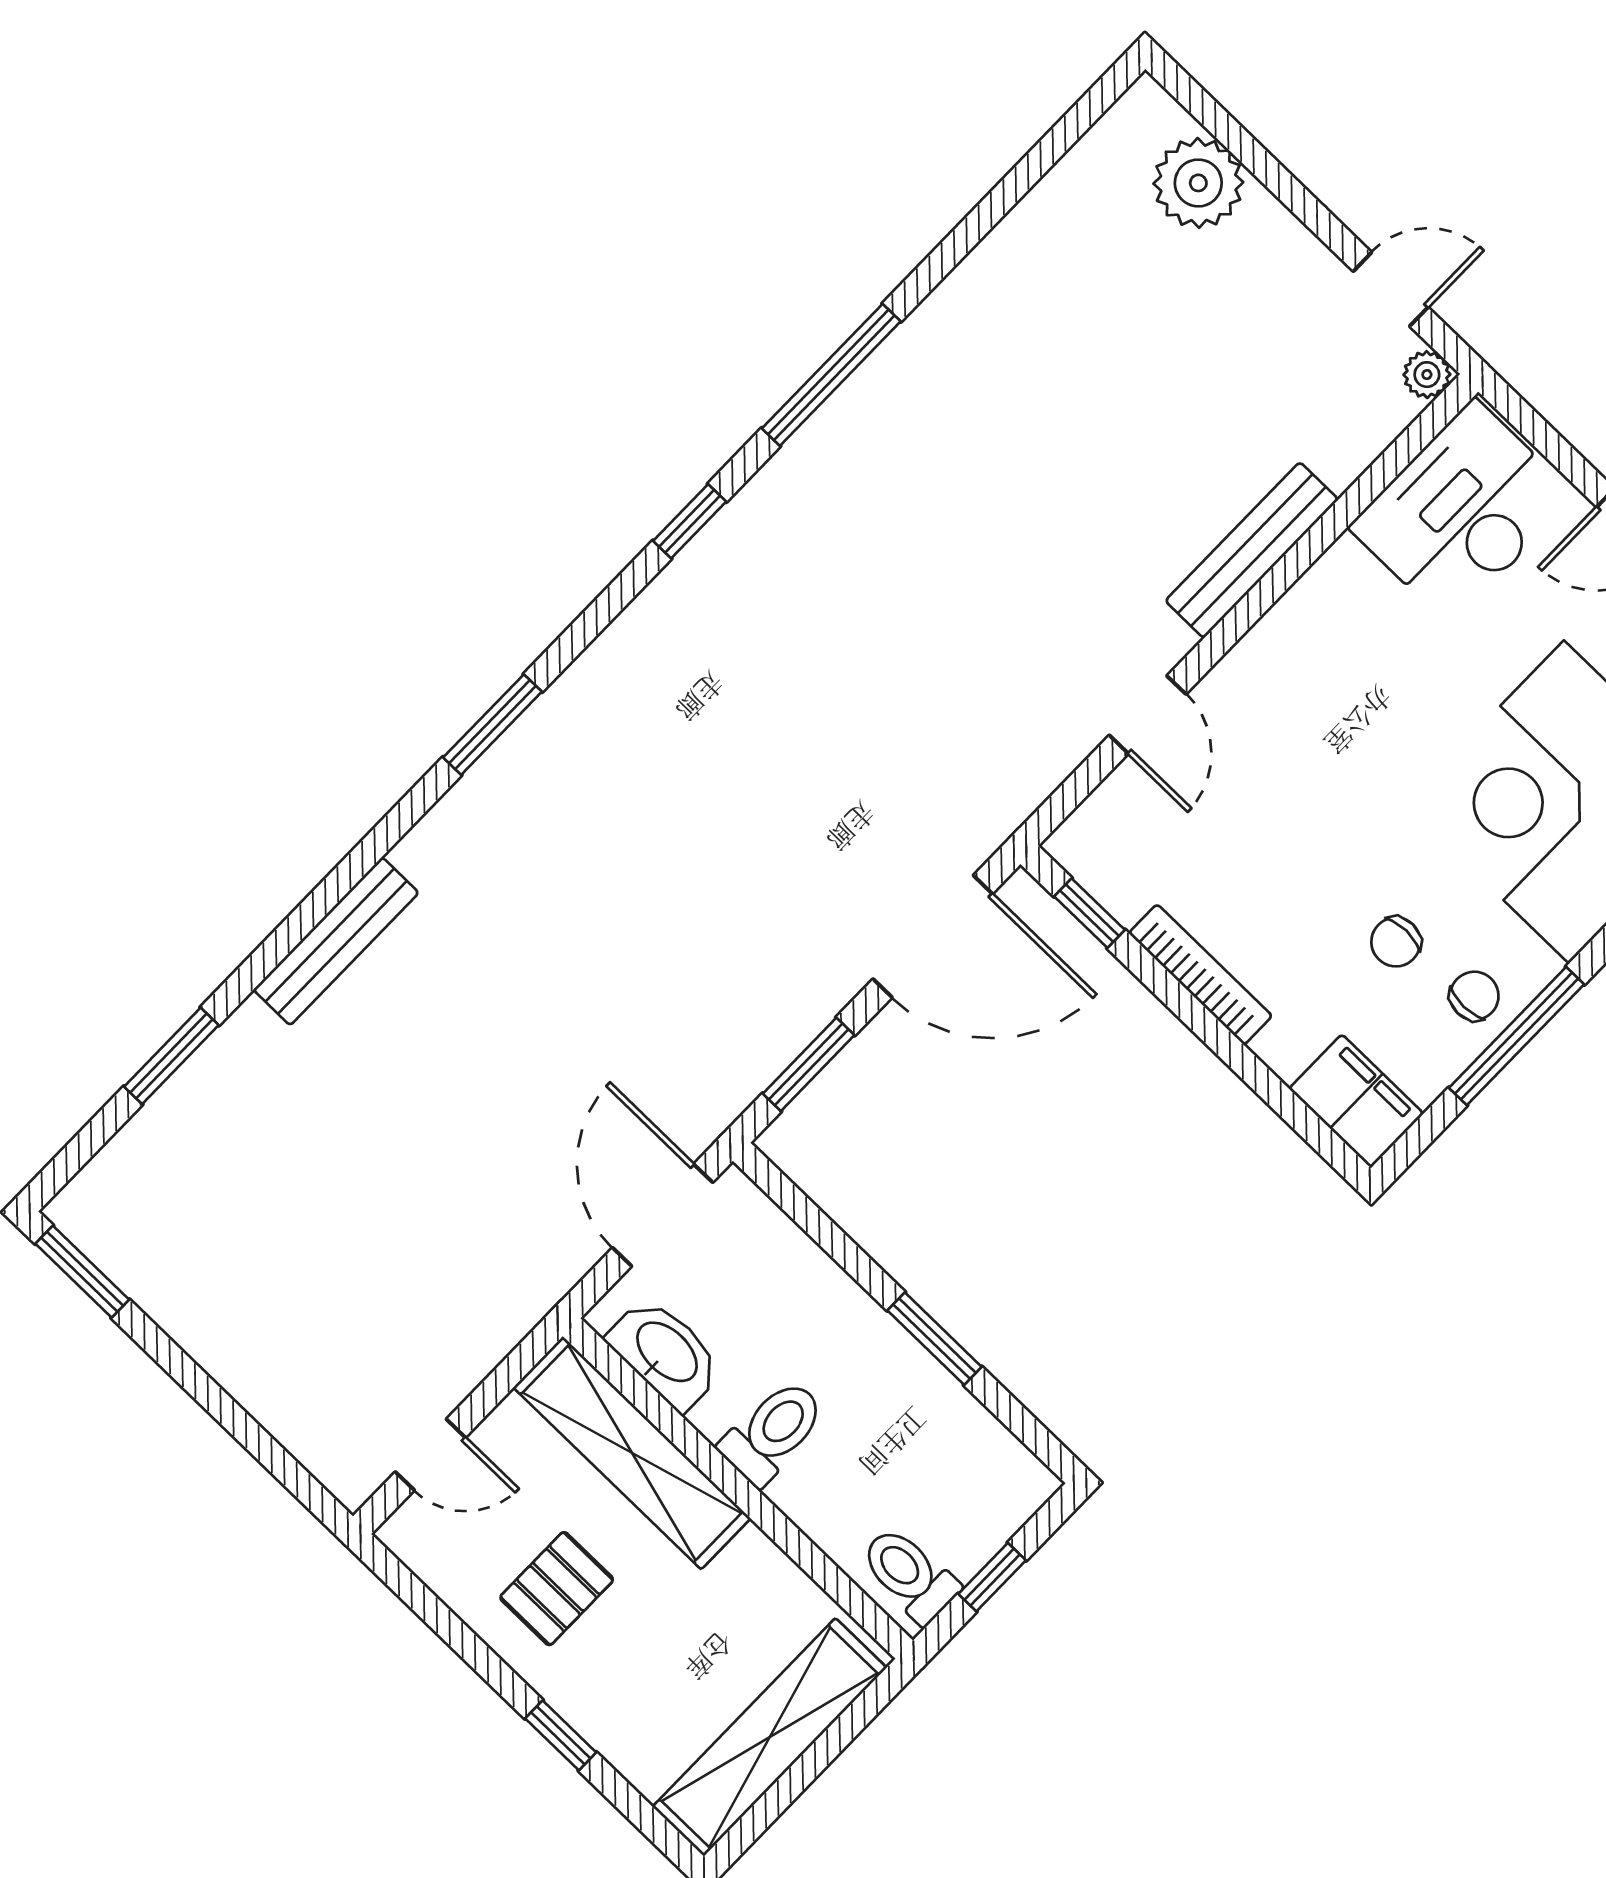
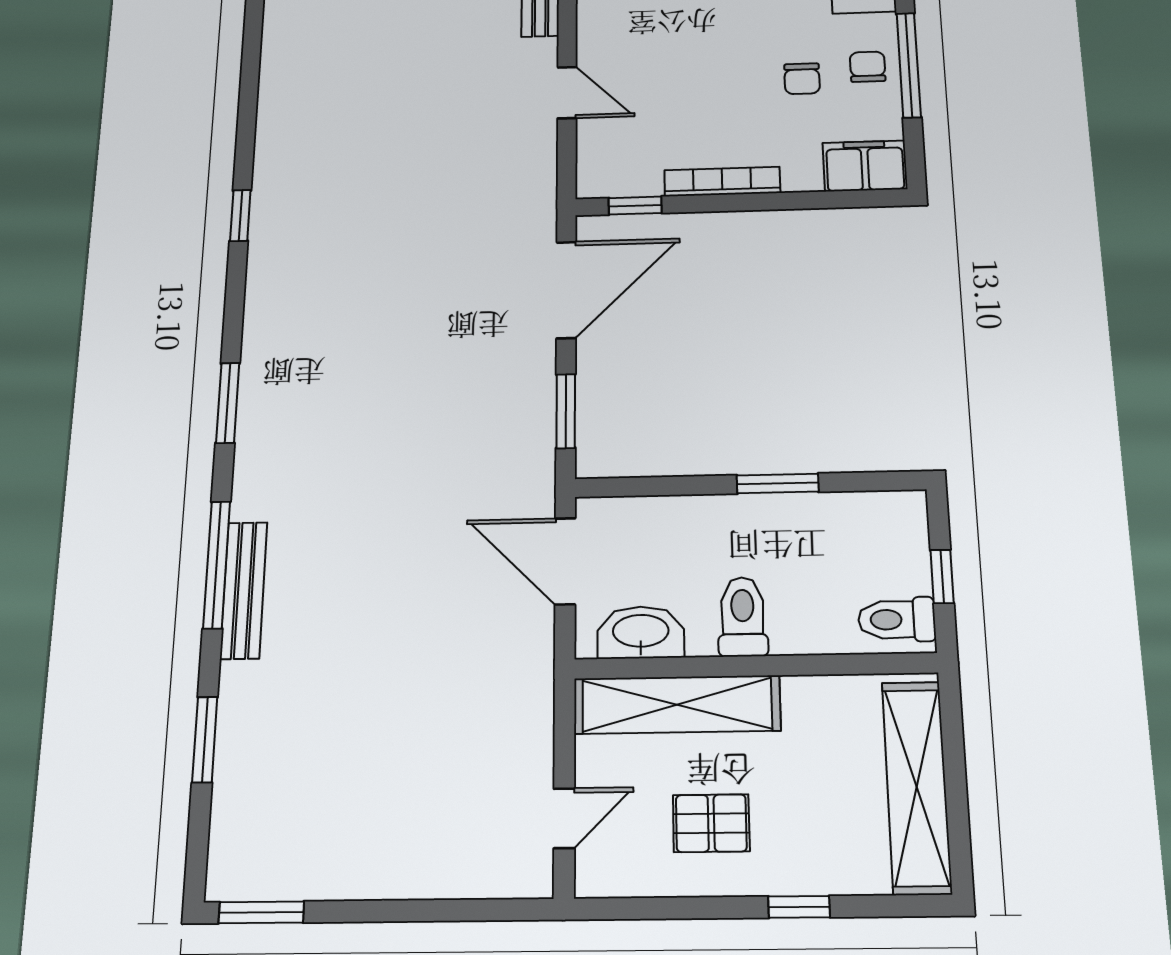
window: (831, 375) -> (217, 565), moved
pallet: (557, 1589) -> (711, 823), turned 90

